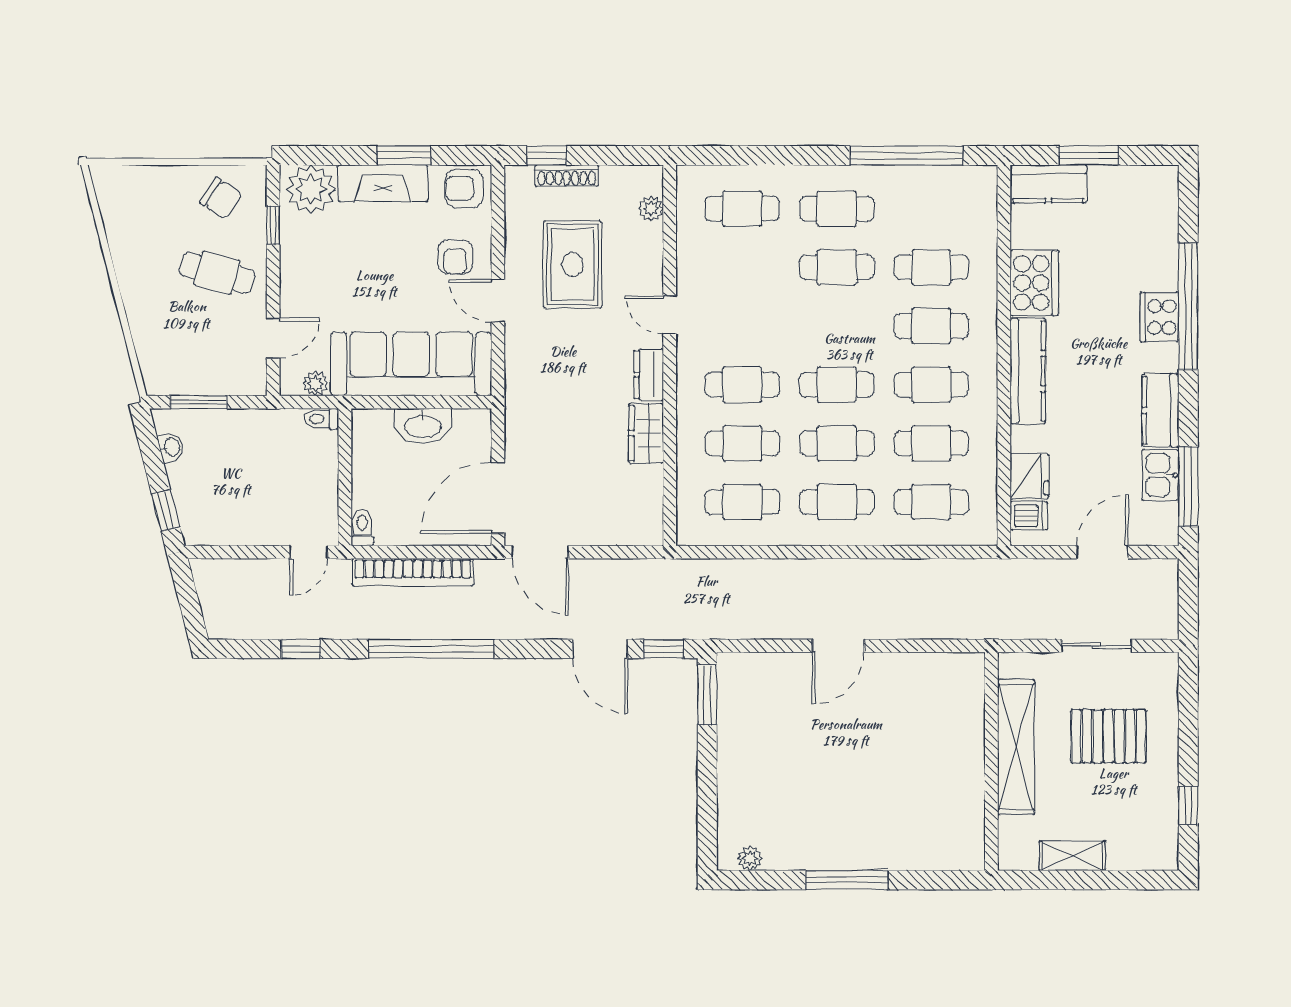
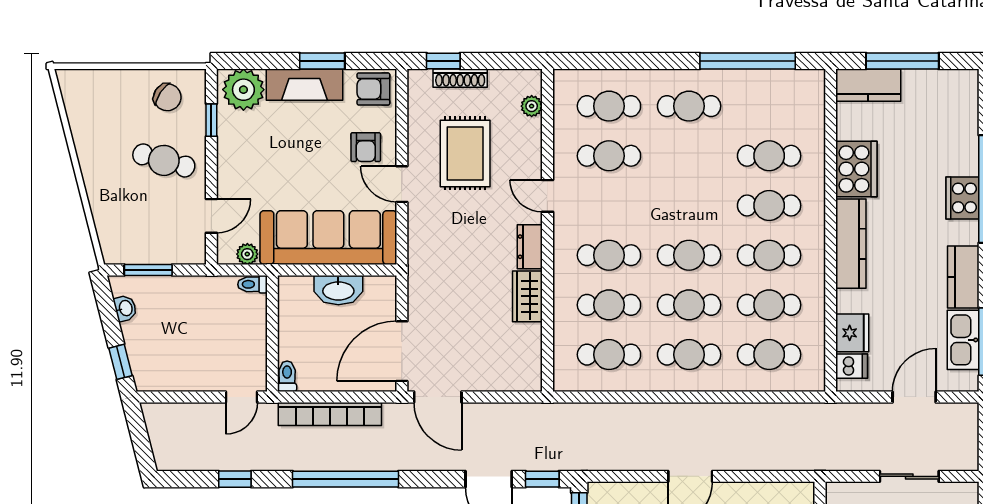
window: (1089, 155) -> (902, 61), width x1.44
cafe table: (837, 267) -> (609, 156), moved
kitchen sink: (1160, 475) -> (963, 340), width x1.38

